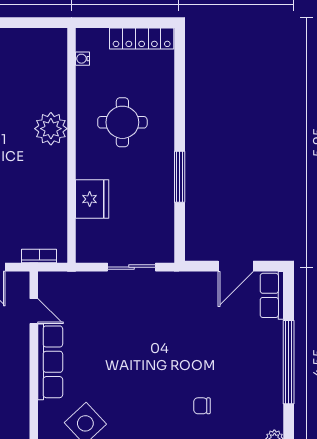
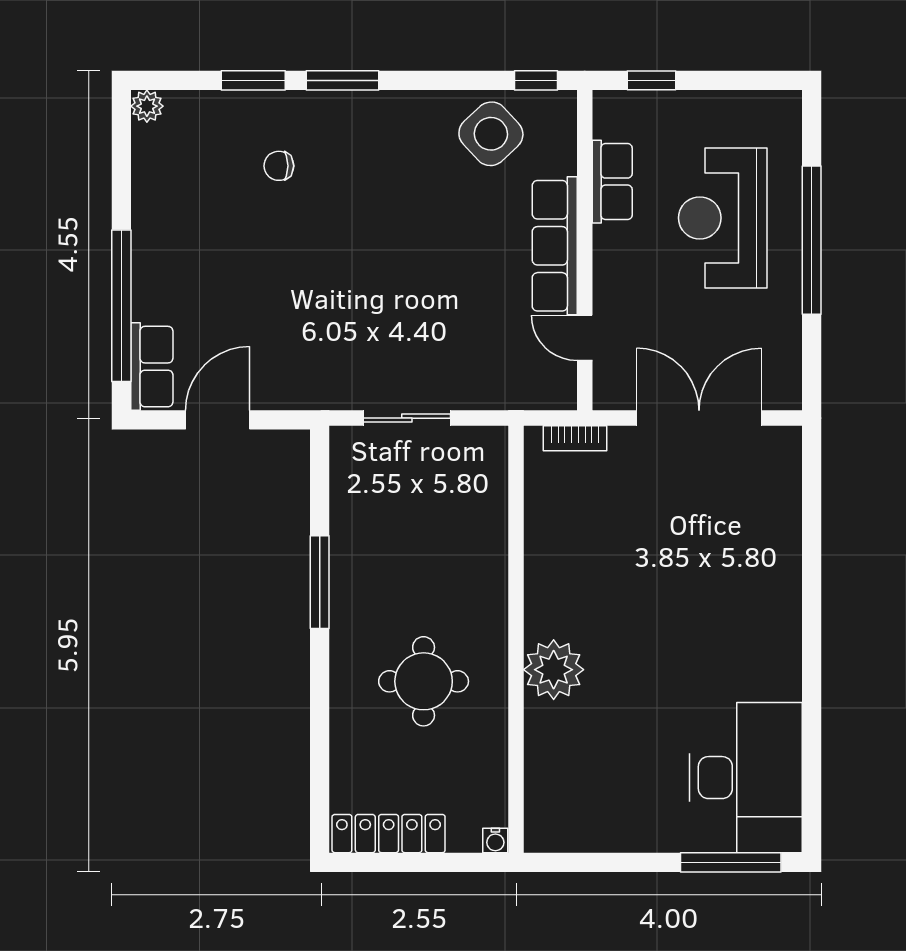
water cooler: (83, 59) -> (495, 840), moved, turned 90
fridge: (92, 199) -> (478, 542), removed
window: (289, 362) -> (121, 306), moved
row of seats: (19, 397) -> (612, 182), added
chair: (202, 406) -> (279, 166), turned 180

